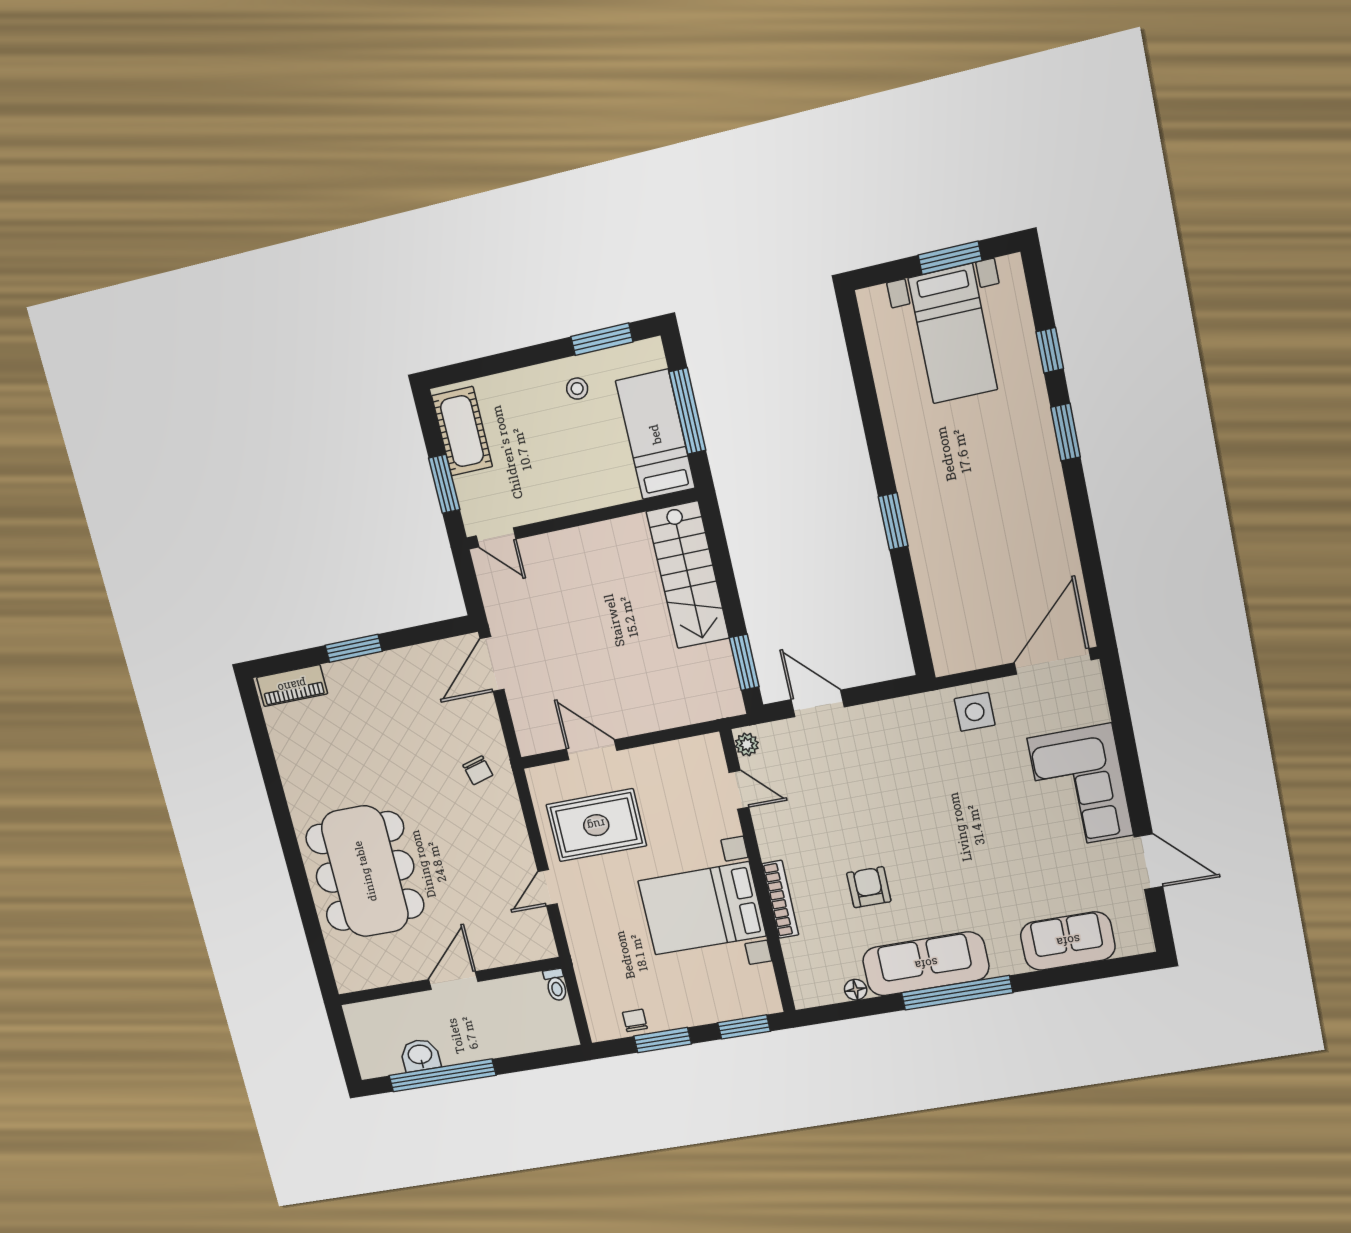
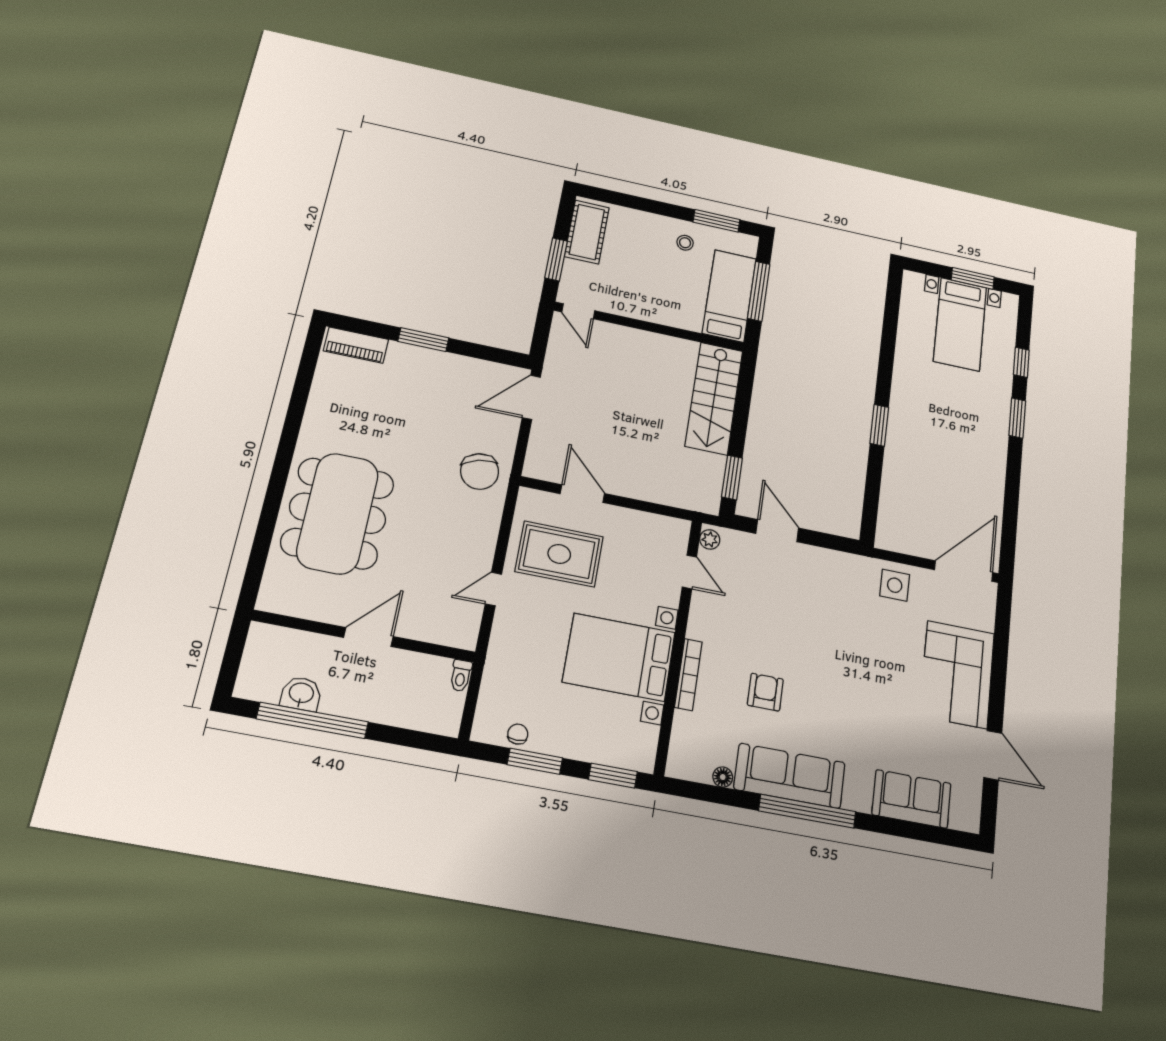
chair: (478, 770) -> (480, 471), width x1.87, depth x1.87

